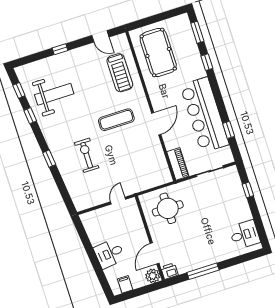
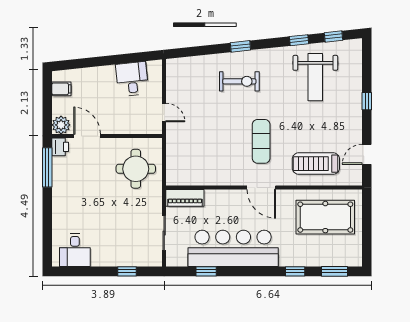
door: (156, 124) -> (261, 187), moved
exercise bike: (87, 155) -> (239, 81), moved
desk: (109, 254) -> (132, 79), moved
window: (203, 271) -> (47, 167), moved

